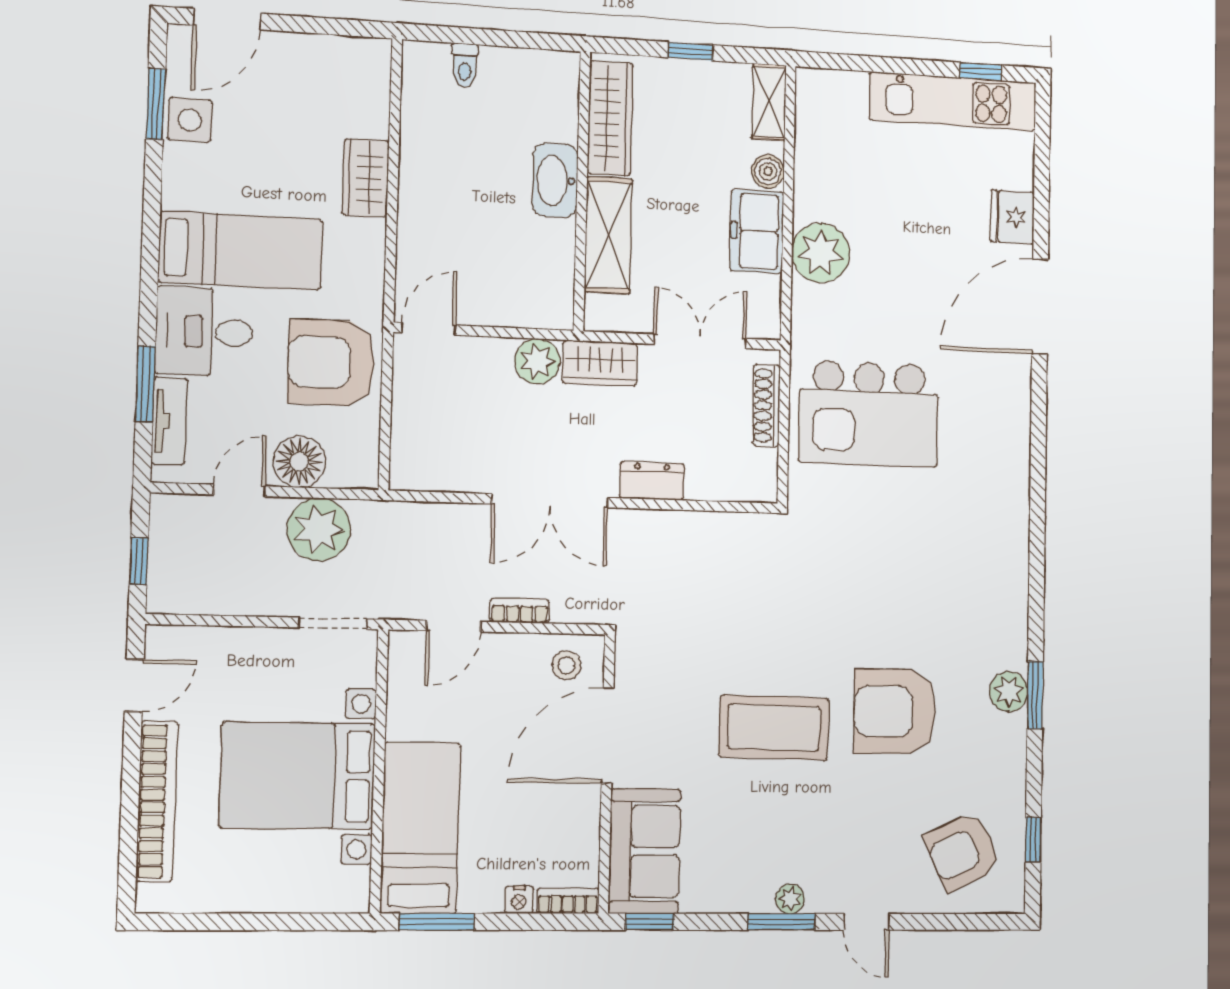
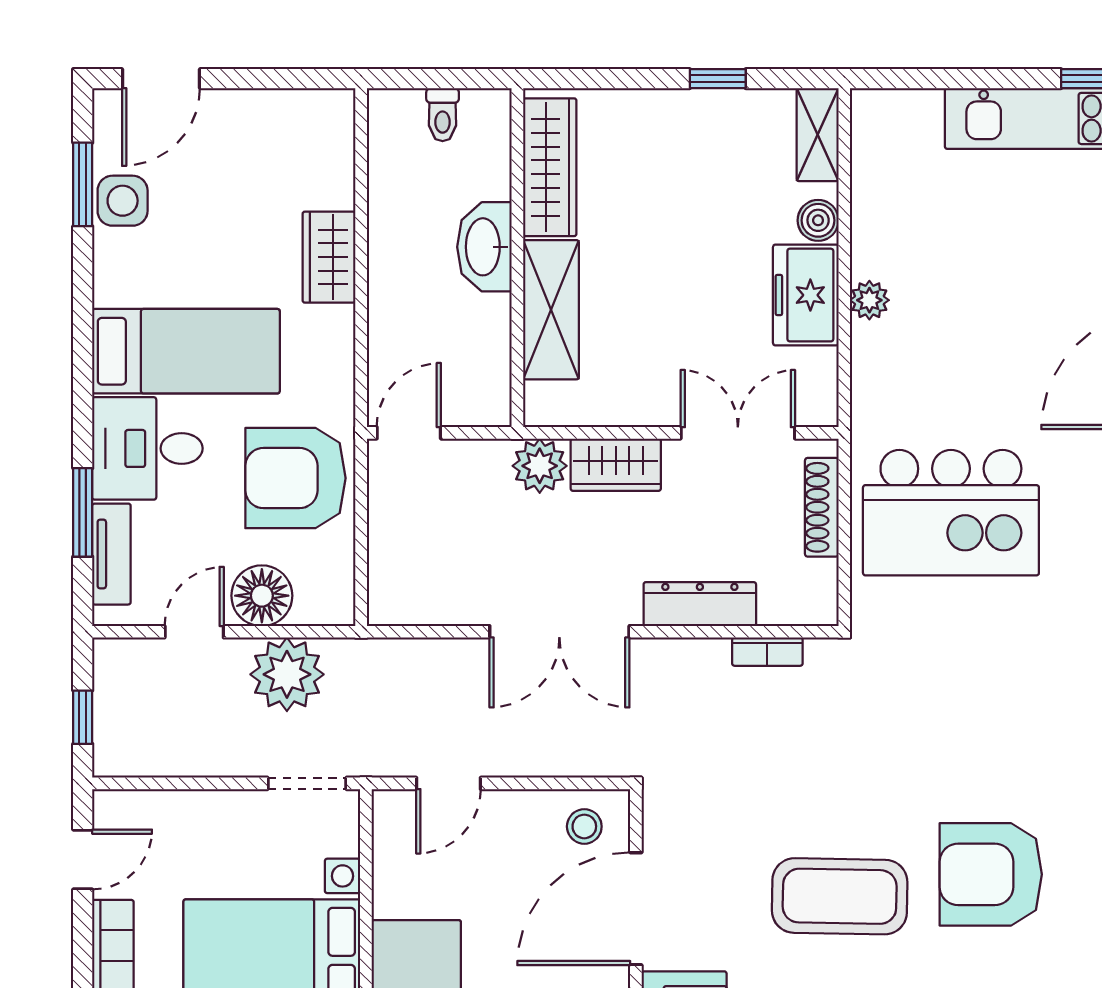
wardrobe: (610, 118) -> (550, 167), moved
washbasin: (555, 180) -> (484, 247), moved
wall: (582, 191) -> (517, 258), moved
shelving: (608, 235) -> (551, 310), moved
plant: (821, 253) -> (869, 300), width x0.53, depth x0.53
dresser: (652, 481) -> (700, 604), width x1.44
bookcase: (520, 611) -> (767, 652), moved, turned 180

